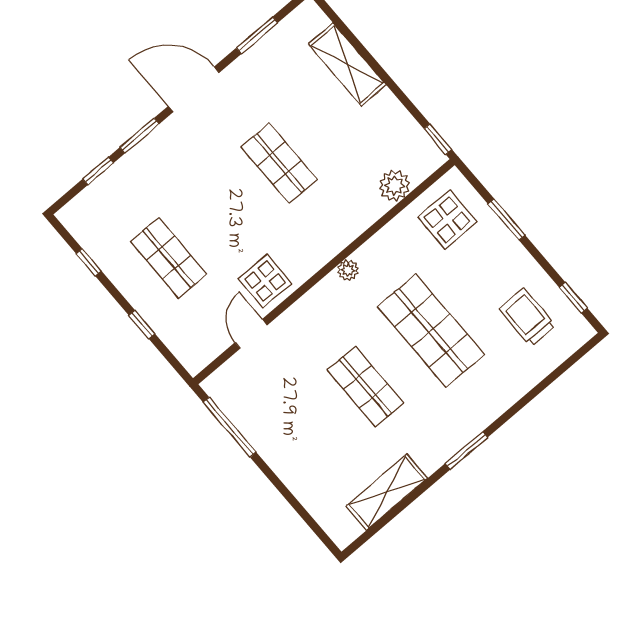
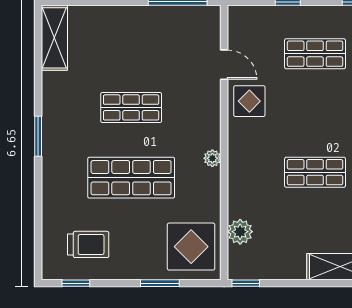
display table: (447, 220) -> (191, 247), width x1.36, depth x1.36
shelving: (387, 492) -> (54, 38), moved

